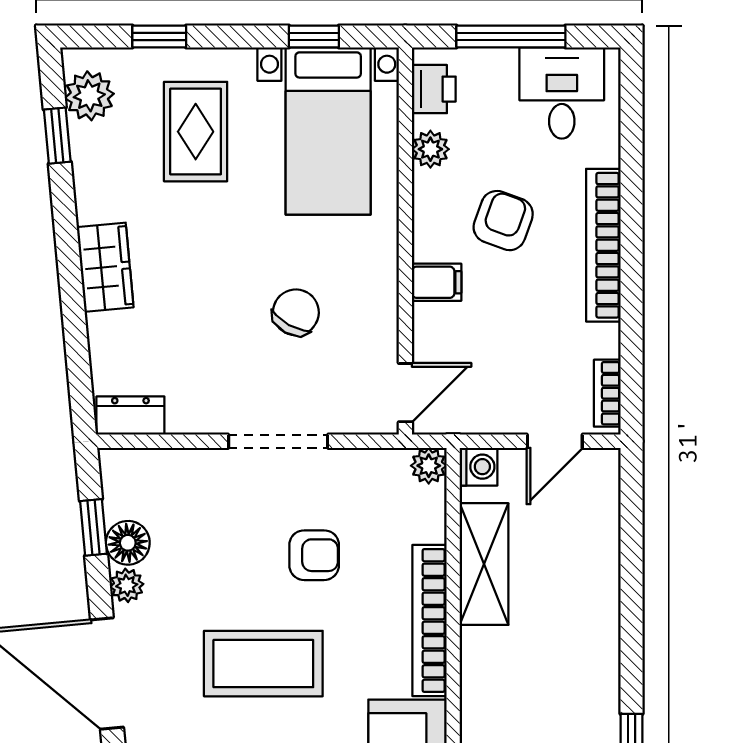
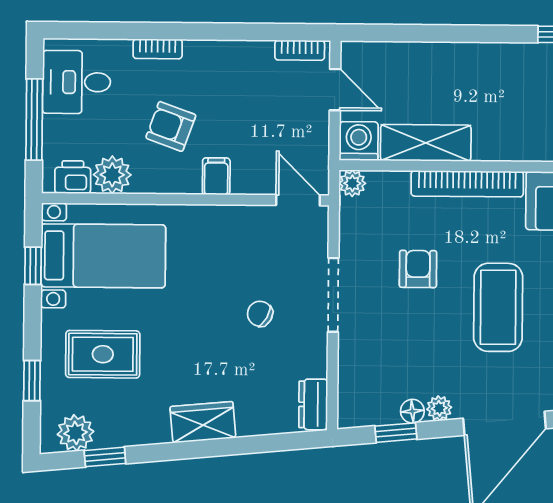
plant: (430, 149) -> (112, 175), width x1.38, depth x1.38
bookcase: (603, 245) -> (158, 49), width x0.43, depth x0.76
chair: (296, 312) -> (260, 314), moved, width x0.73, depth x0.73
washing machine: (479, 467) -> (359, 141), width x1.38, depth x1.38
floor lamp: (128, 543) -> (412, 411), width x0.73, depth x0.73

